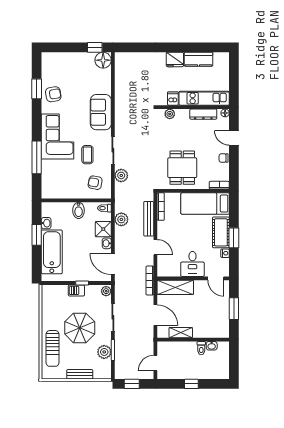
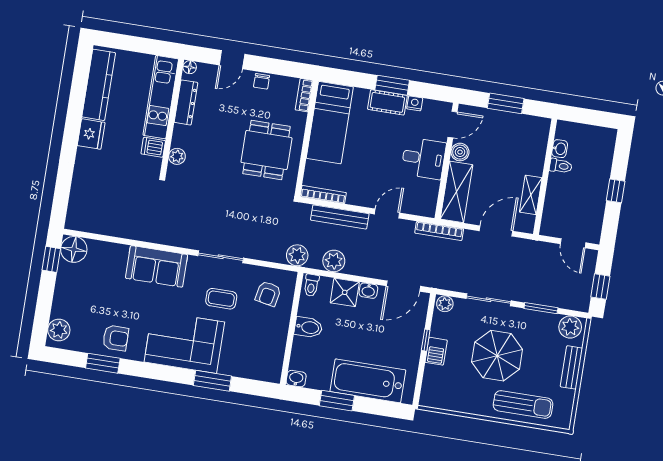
plant: (53, 59) -> (59, 330), added
kitchen counter: (198, 59) -> (99, 85), width x1.50
armchair: (53, 94) -> (116, 338), turned 100
window: (37, 157) -> (212, 381), width x0.69
dining table: (182, 168) -> (266, 150), turned 90
plant: (121, 175) -> (297, 255), moved
washbasin: (46, 223) -> (296, 379), moved
cot: (221, 232) -> (387, 102), width x0.73, depth x0.75
boiler: (200, 286) -> (460, 152), added
plant: (104, 352) -> (570, 327), moved

